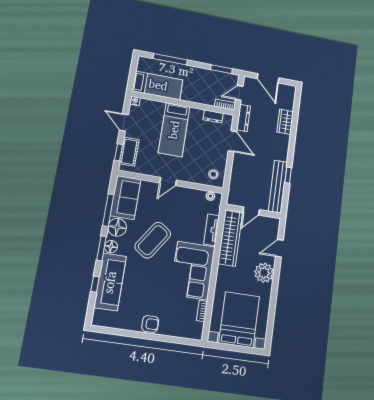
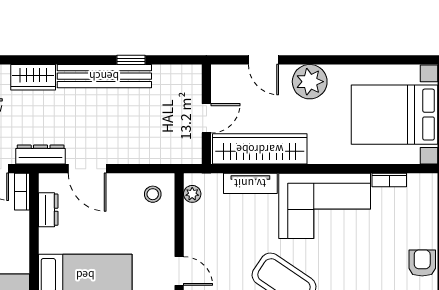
door: (232, 141) -> (87, 169), swing flipped
bench: (278, 187) -> (104, 76), moved
door: (251, 211) -> (206, 118), hinge flipped

